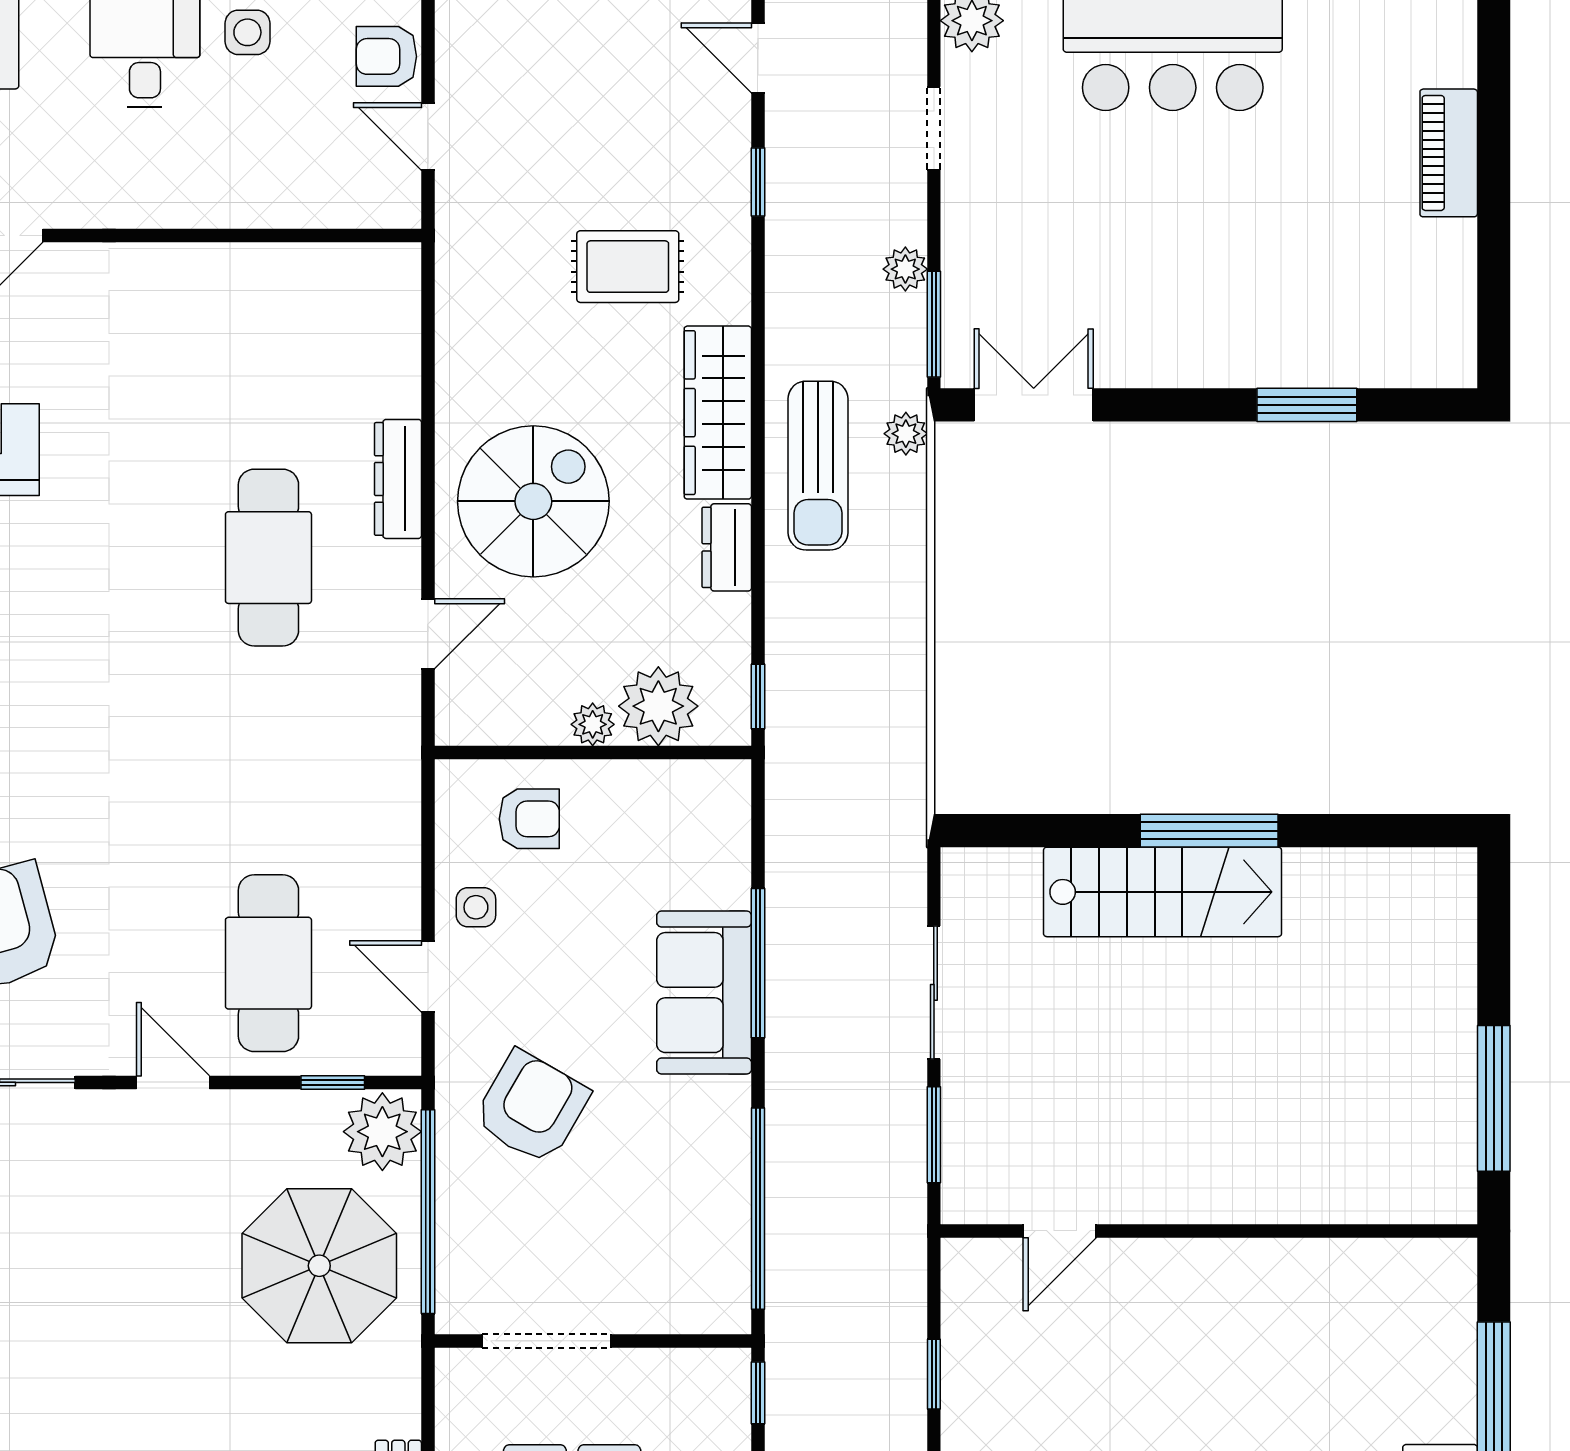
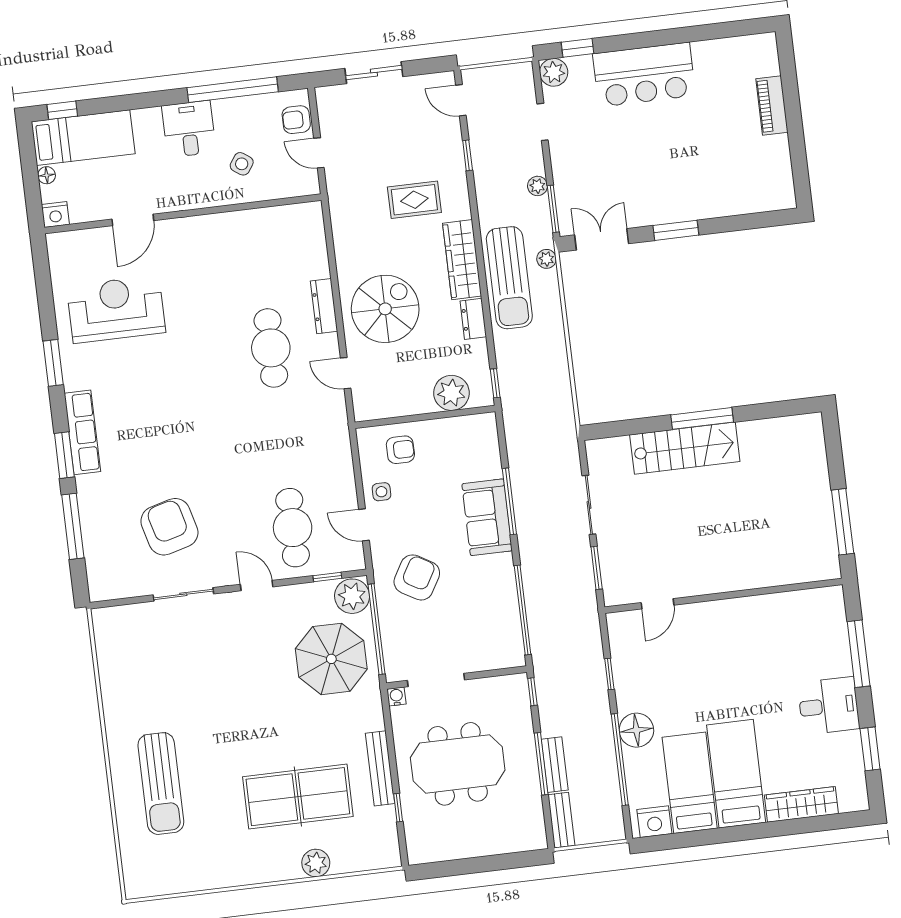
side table: (247, 32) -> (242, 164), moved, turned 35
window: (1307, 405) -> (676, 230), moved
sun lounger: (818, 466) -> (509, 278), width x1.36, depth x1.34
door: (428, 634) -> (346, 373), swing flipped
plant: (593, 724) -> (423, 404), removed
water cooler: (454, 1367) -> (396, 697), added

